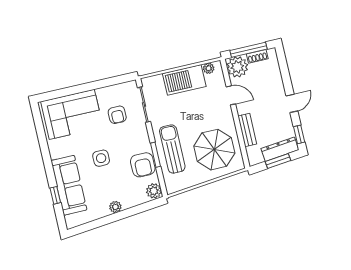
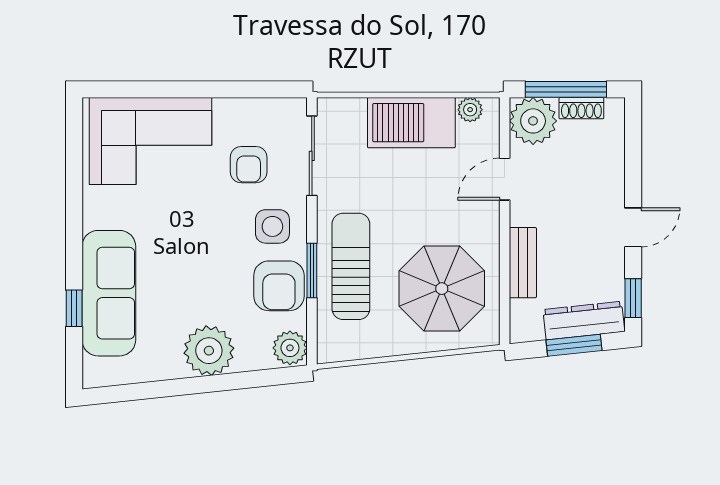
door: (231, 95) -> (505, 179), swing flipped
side table: (101, 158) -> (272, 226), moved
plant: (115, 207) -> (209, 351), width x1.87, depth x1.87

